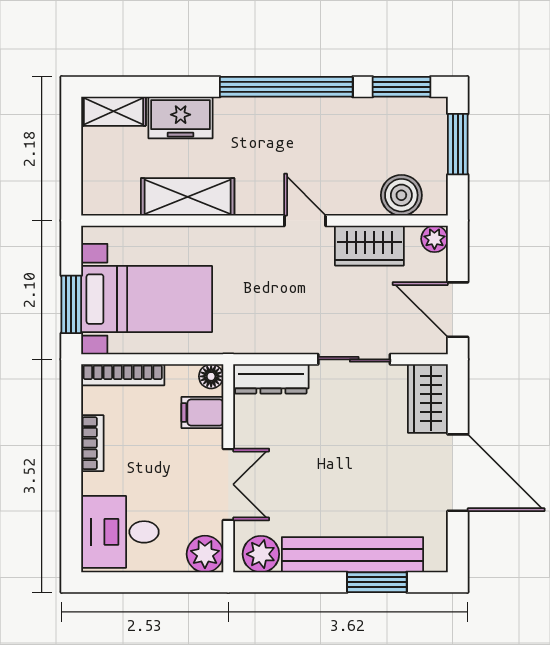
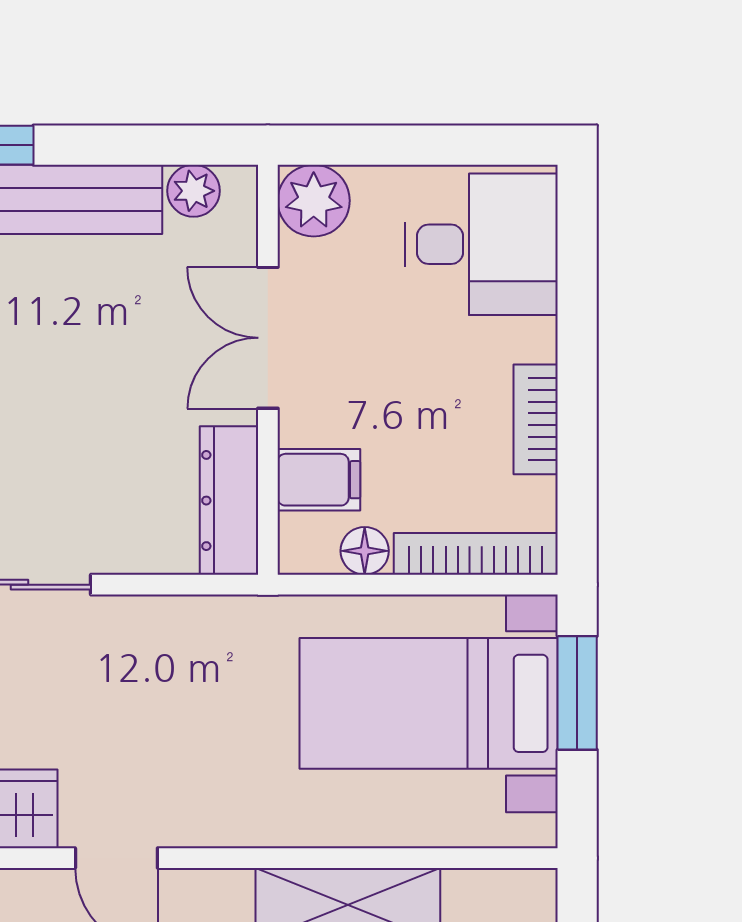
floor lamp: (211, 376) -> (365, 551), moved
dresser: (271, 379) -> (229, 501), moved, turned -90
plant: (261, 554) -> (194, 191), width x0.73, depth x0.73

